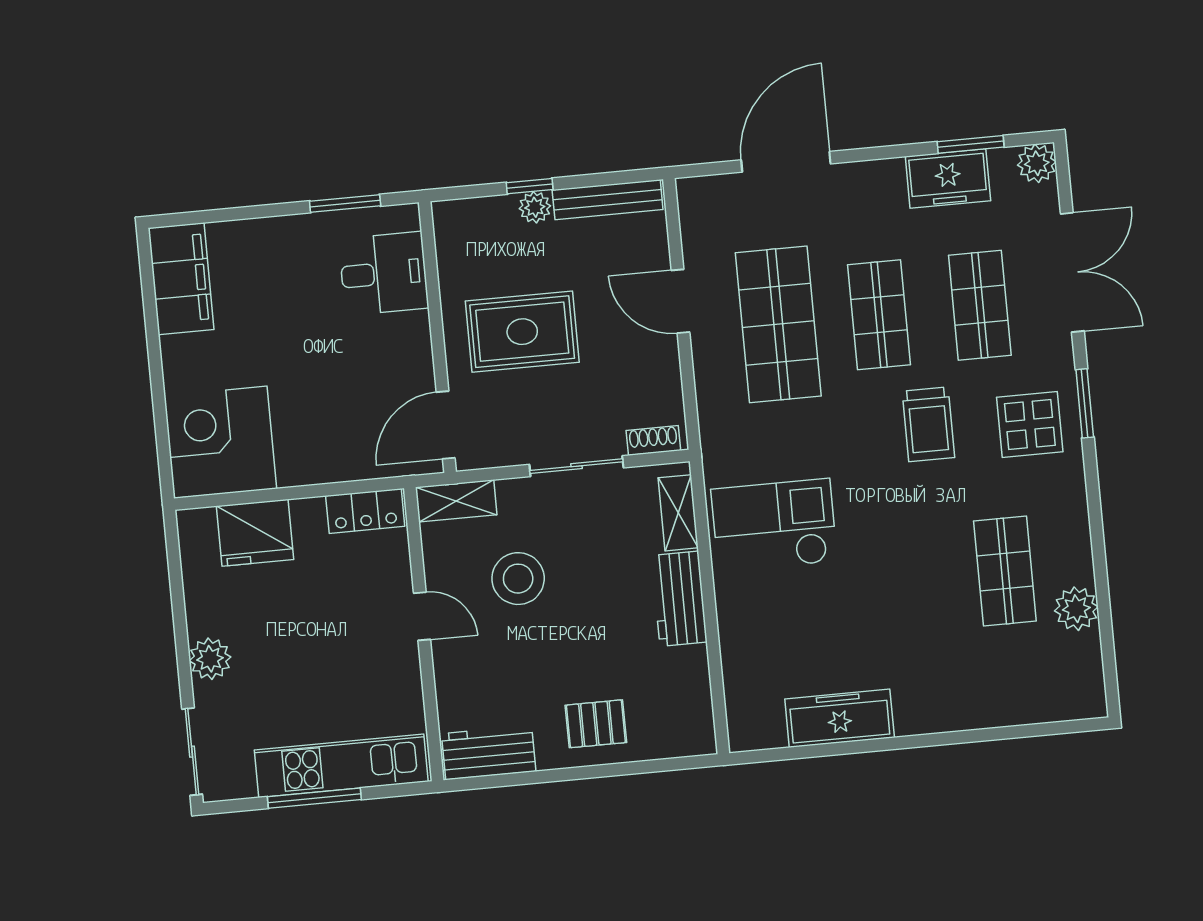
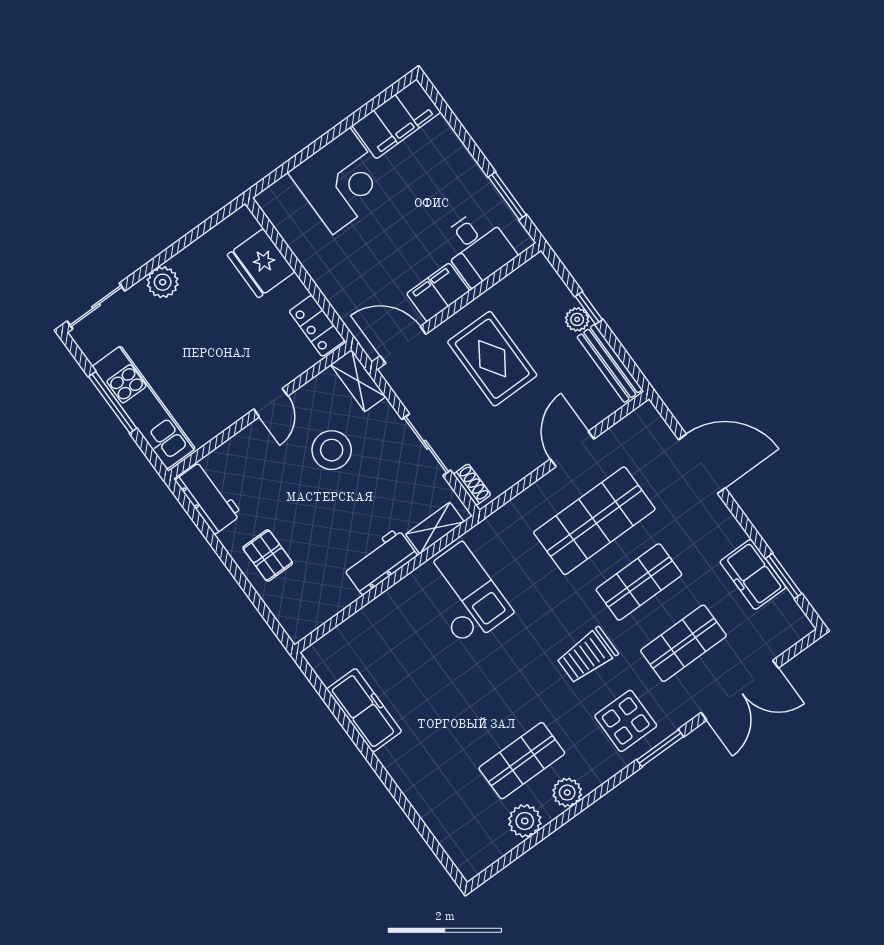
plant: (1037, 163) -> (567, 793), moved
filing cabinet: (409, 349) -> (438, 292), added
corner desk: (220, 442) -> (341, 181), moved, turned 90

